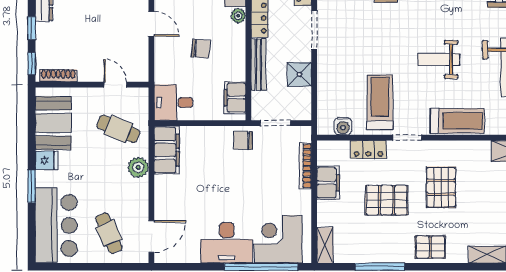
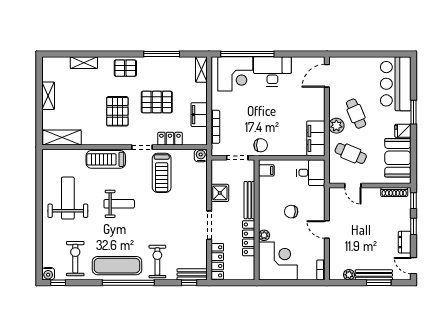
filing cabinet: (235, 98) -> (266, 170), width x0.50
water cooler: (343, 126) -> (201, 156), moved
cafe table: (109, 233) -> (356, 114), moved

